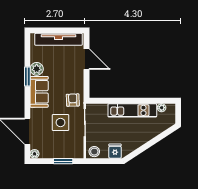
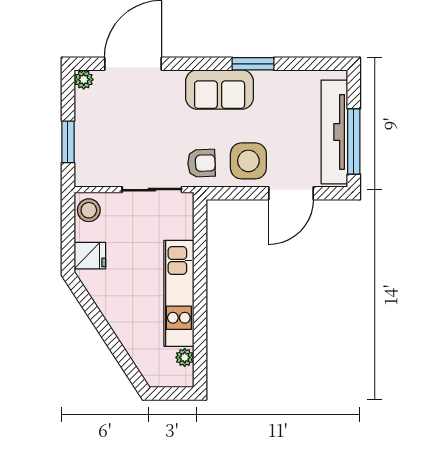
window: (63, 30) -> (354, 141), added
plant: (37, 69) -> (270, 84), removed
side table: (61, 122) -> (248, 161), moved

